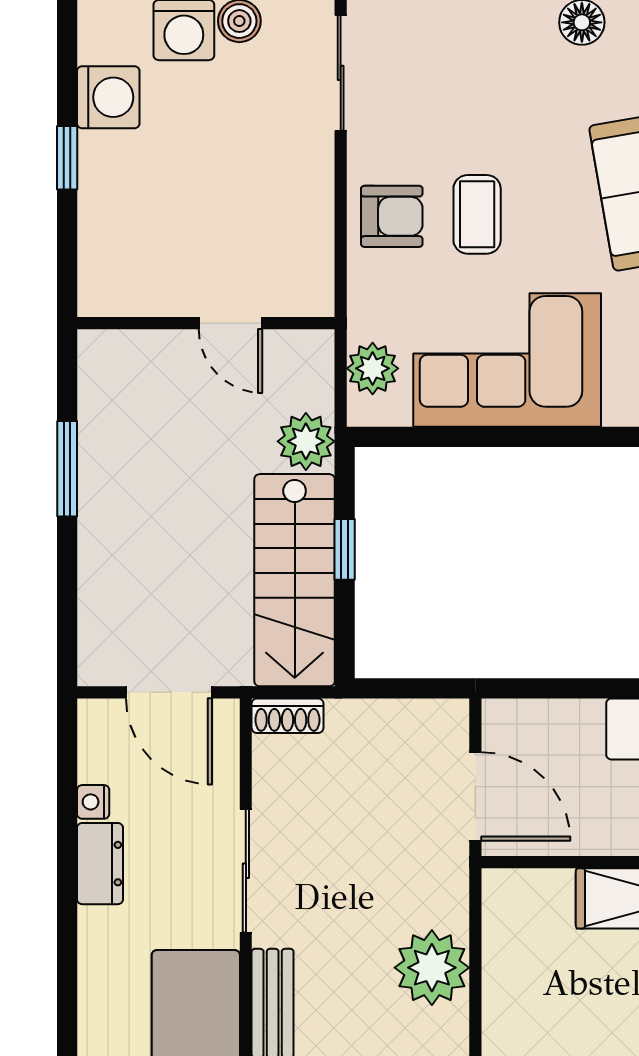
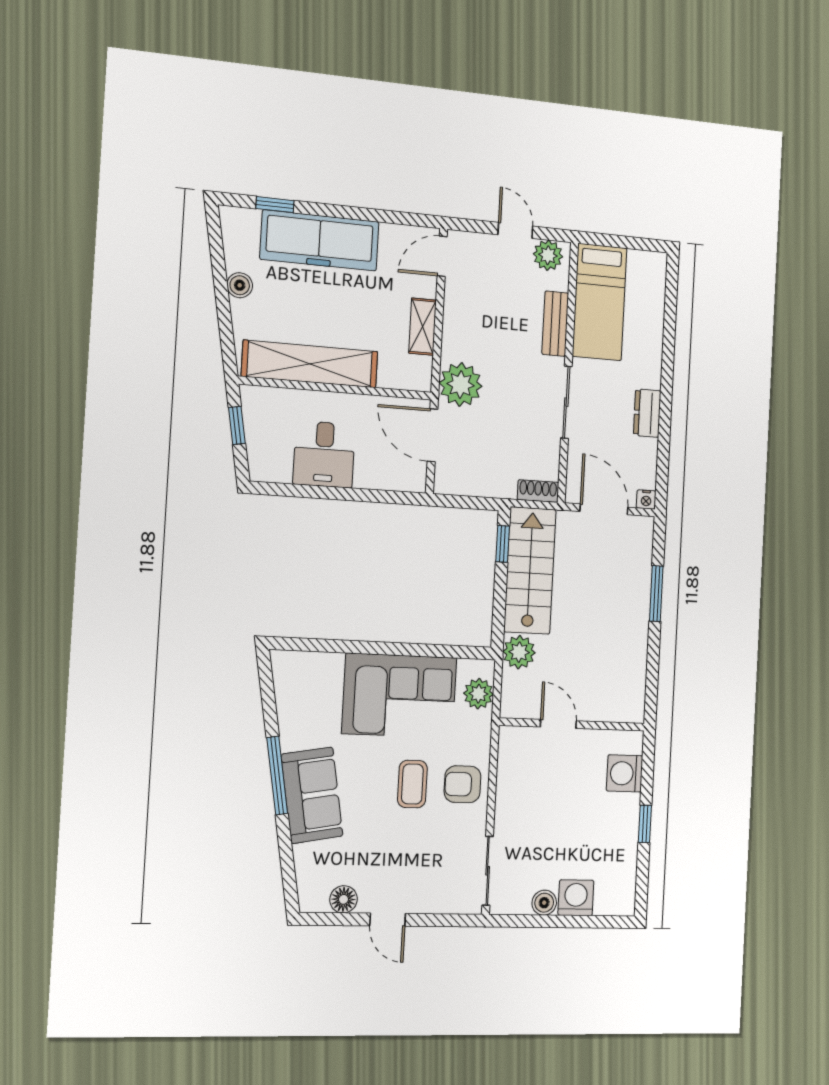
washing machine: (108, 97) -> (625, 773), moved
window: (67, 469) -> (656, 594), moved
window: (345, 549) -> (503, 544), moved
nightstand: (93, 802) -> (646, 499), moved, turned 90
plant: (432, 968) -> (461, 385), moved
shelving: (502, 977) -> (423, 327), added

